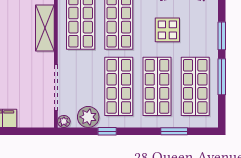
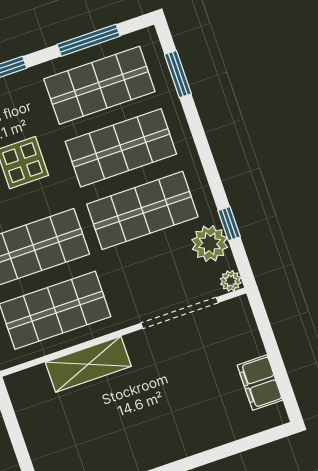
window: (222, 77) -> (89, 40), moved
window: (107, 131) -> (229, 224), moved
window: (174, 131) -> (178, 74), moved

